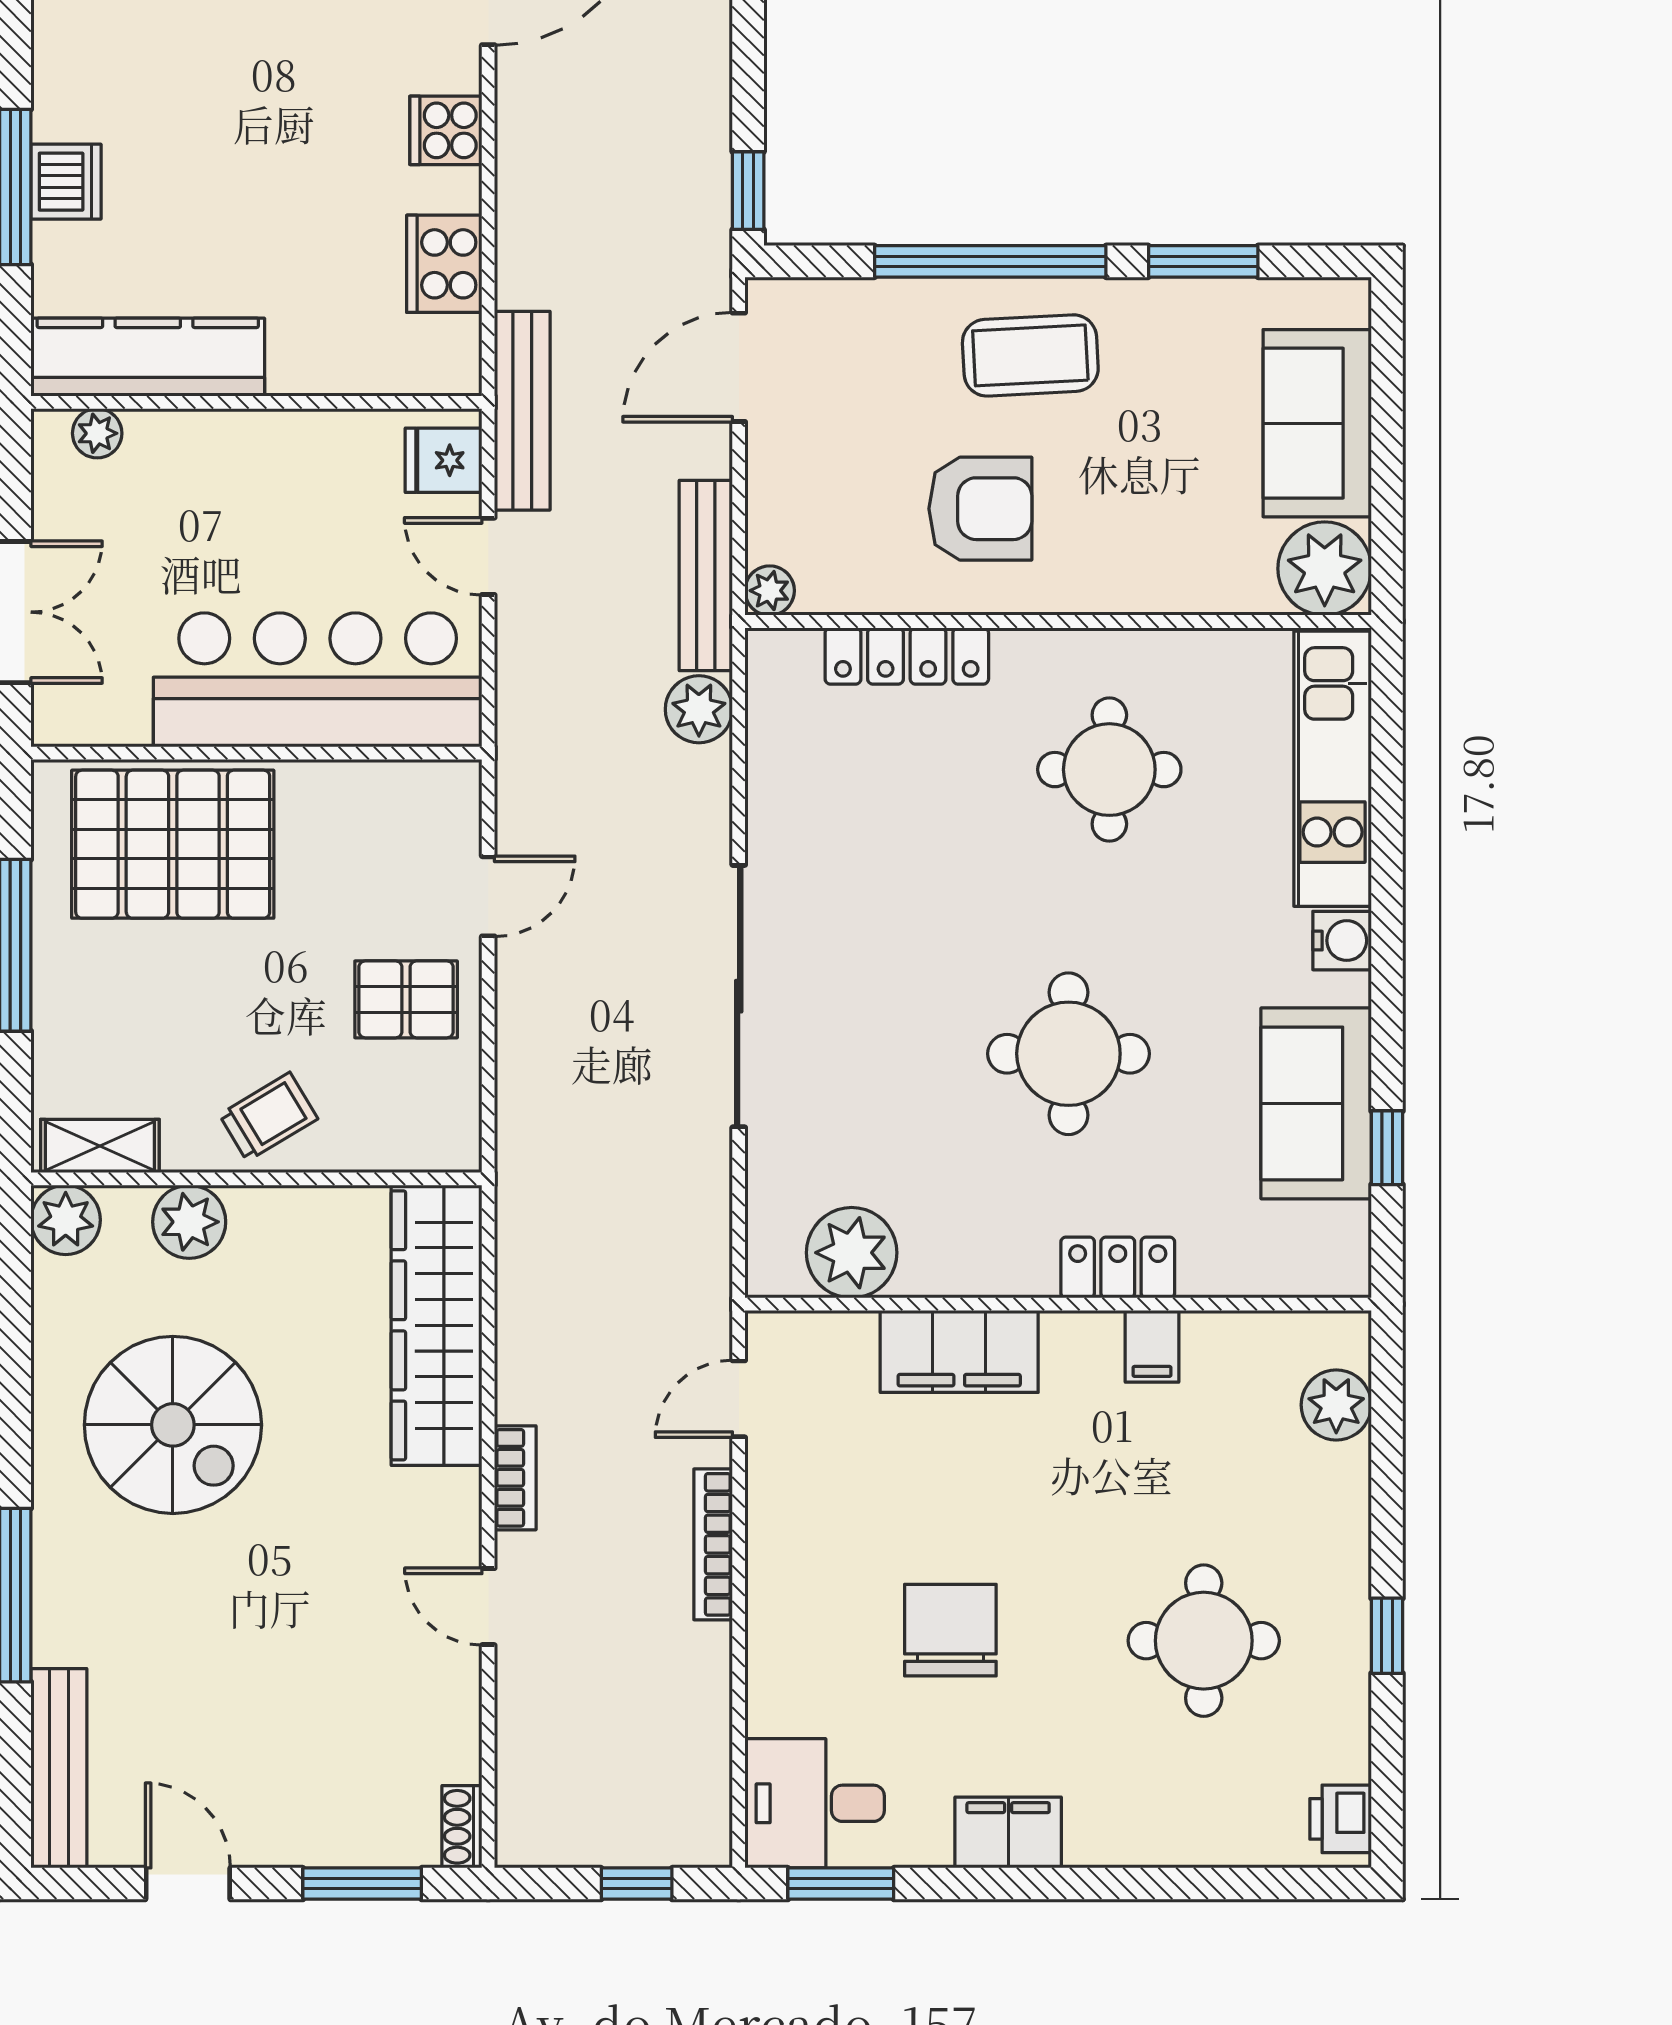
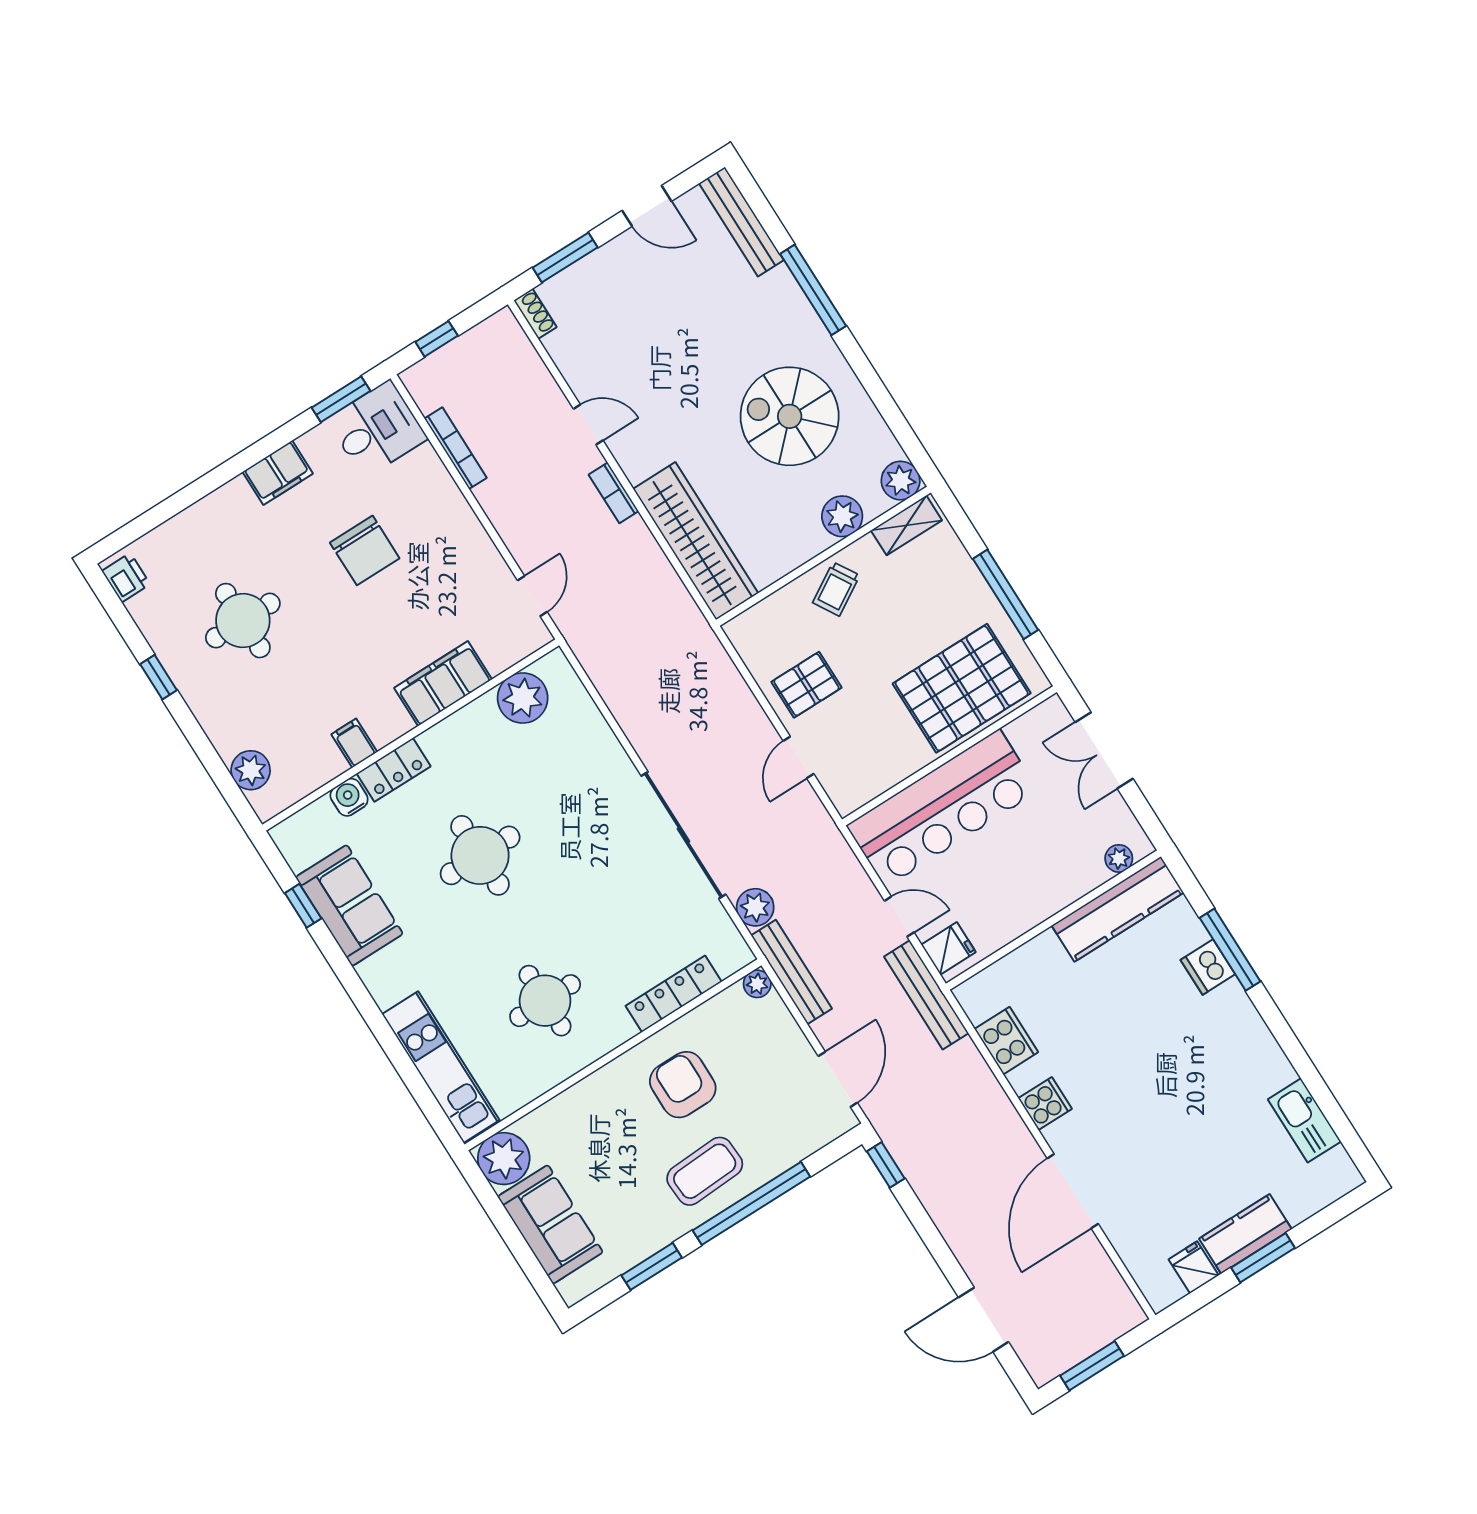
armchair: (980, 509) -> (683, 1085), turned 90
water cooler: (1342, 941) -> (349, 797), moved, turned 90
sliding door: (739, 996) -> (683, 835), moved
bookcase: (713, 1544) -> (456, 448), moved

